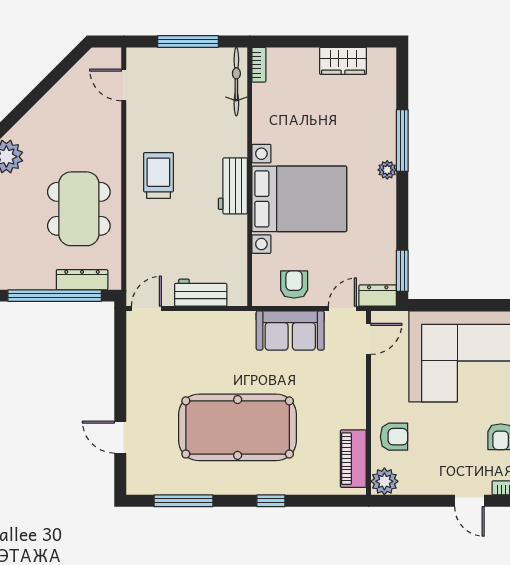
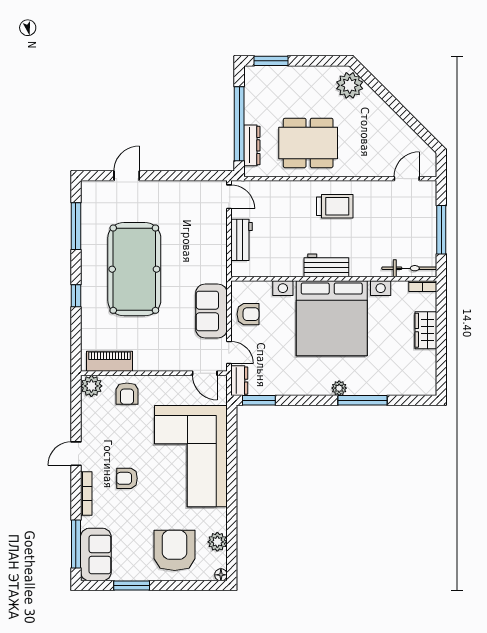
wardrobe: (343, 61) -> (426, 330), moved
bed with nightstands: (299, 199) -> (332, 318), width x1.36

